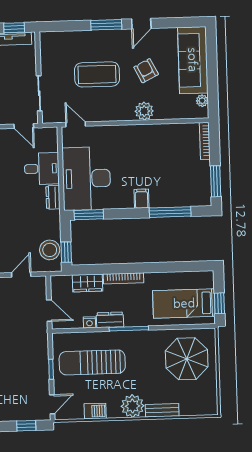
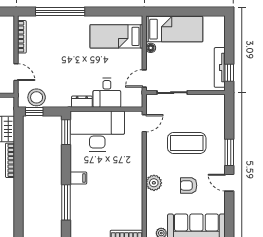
armchair: (146, 71) -> (189, 185), turned -153
coffee table: (97, 74) -> (187, 143), turned 90

